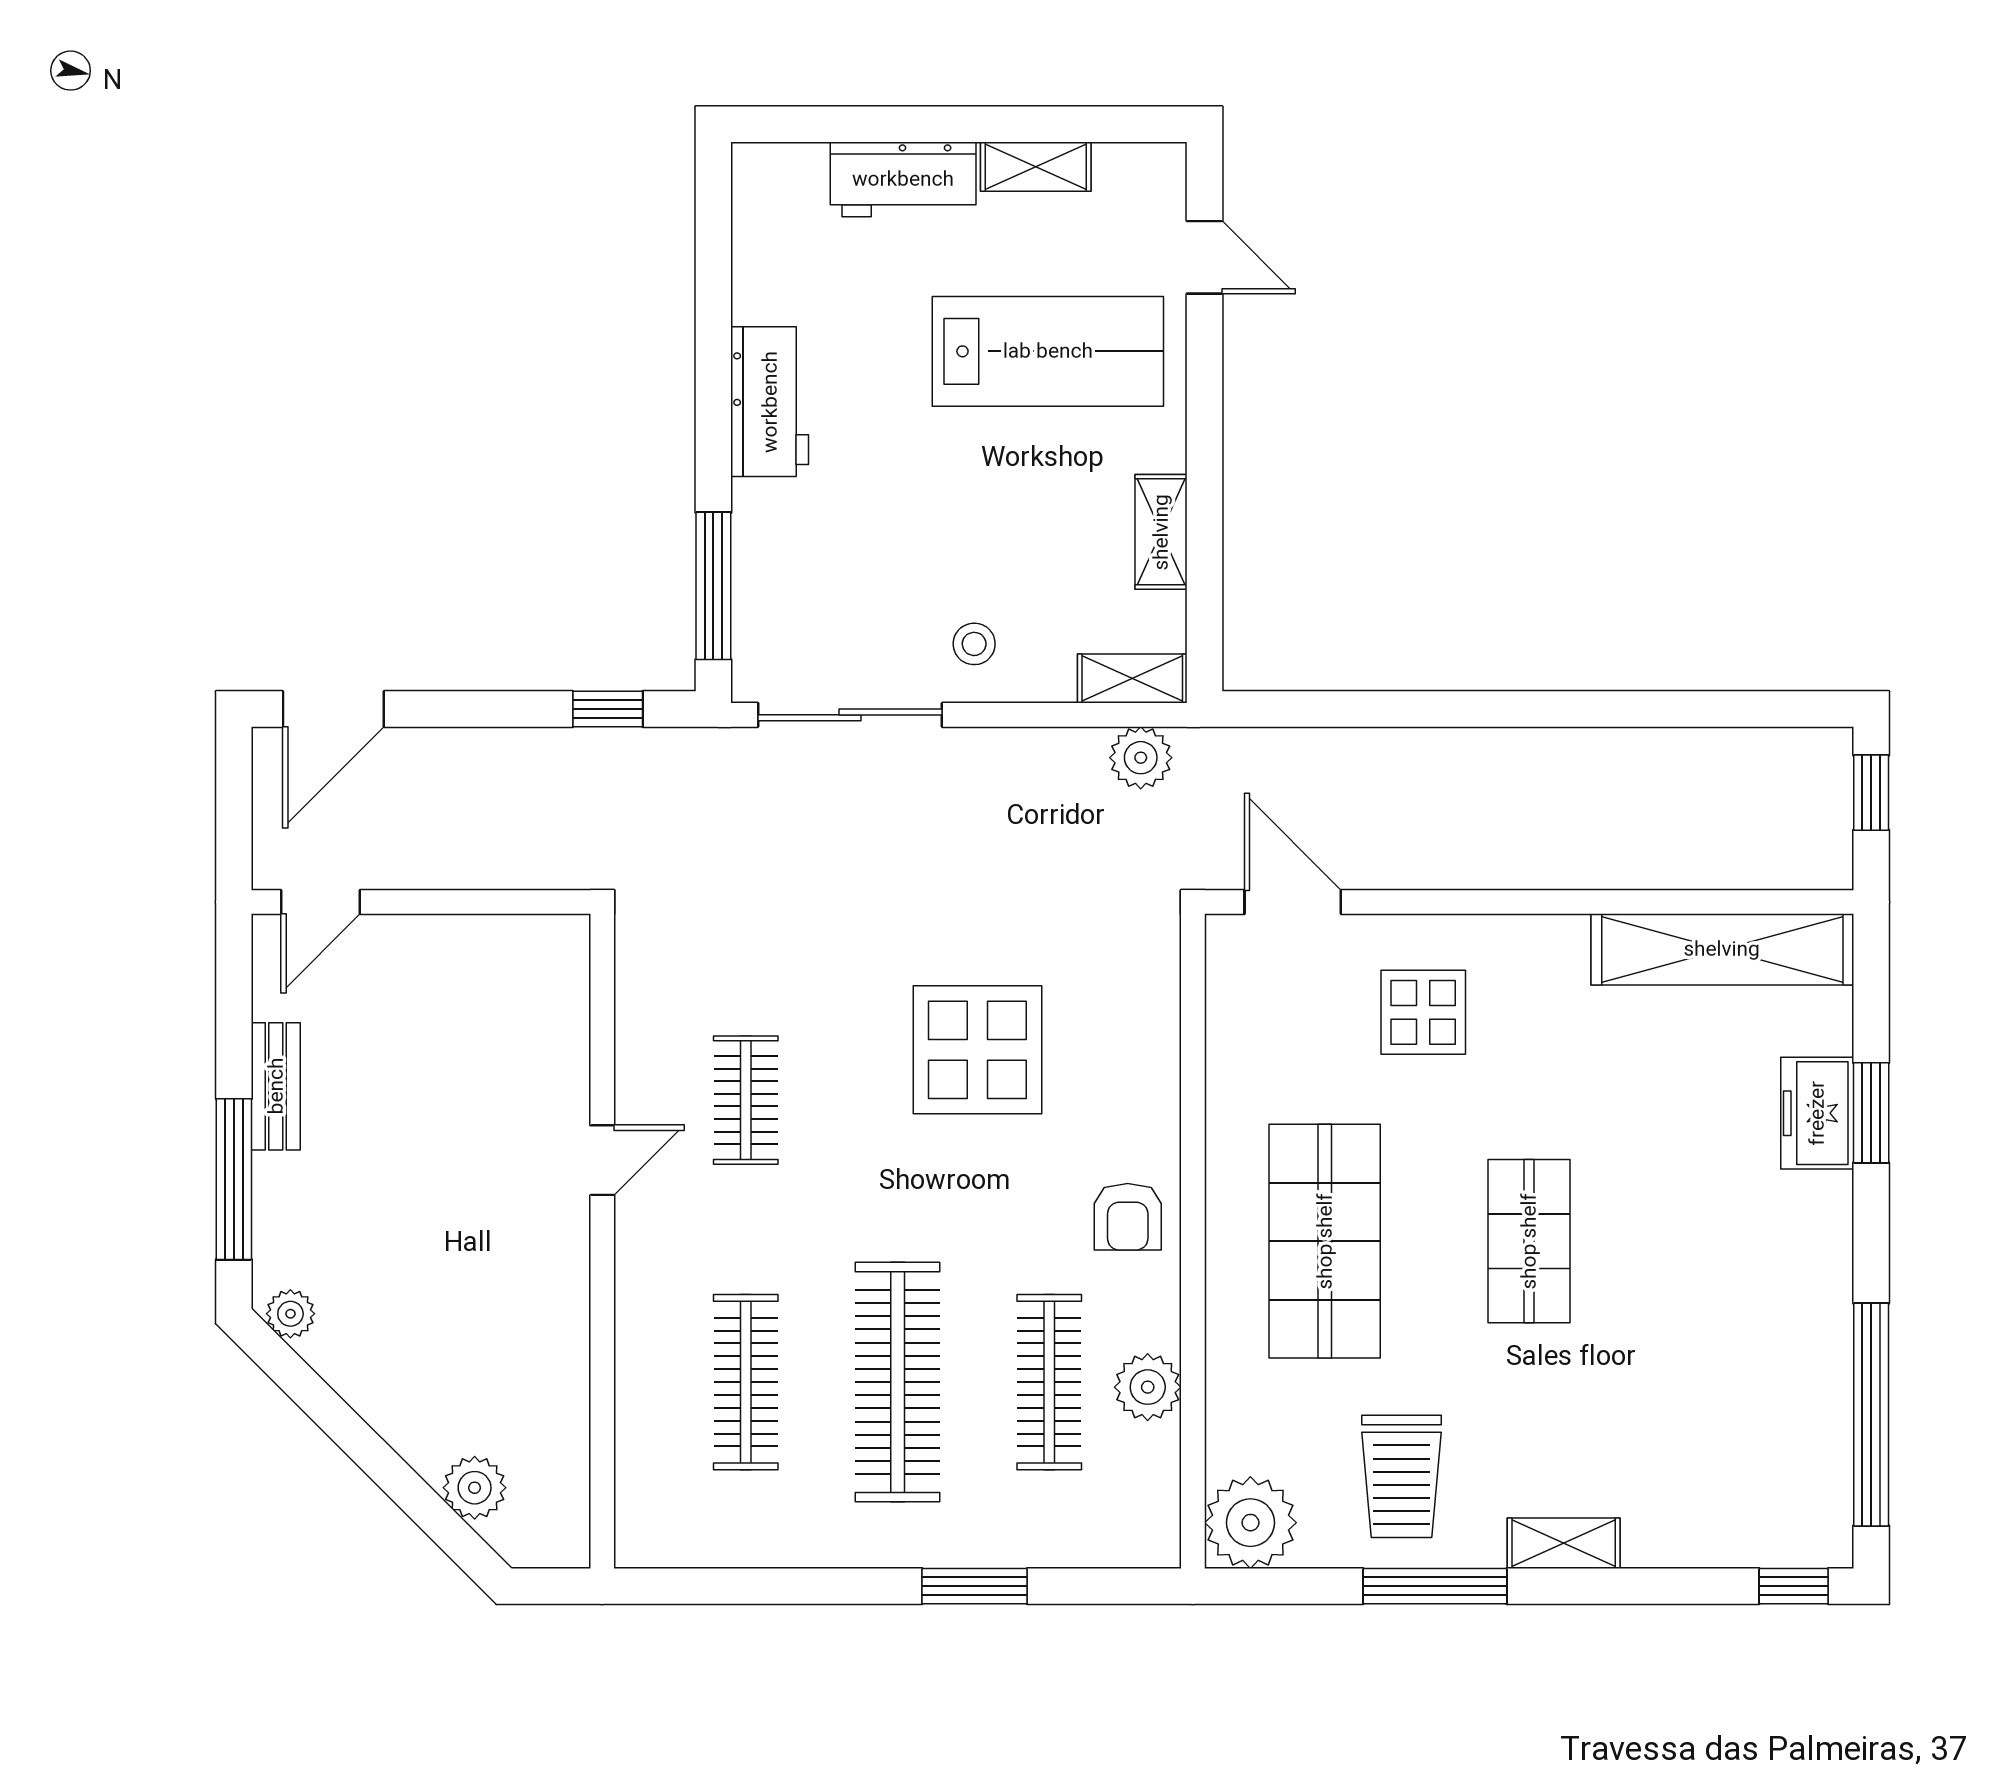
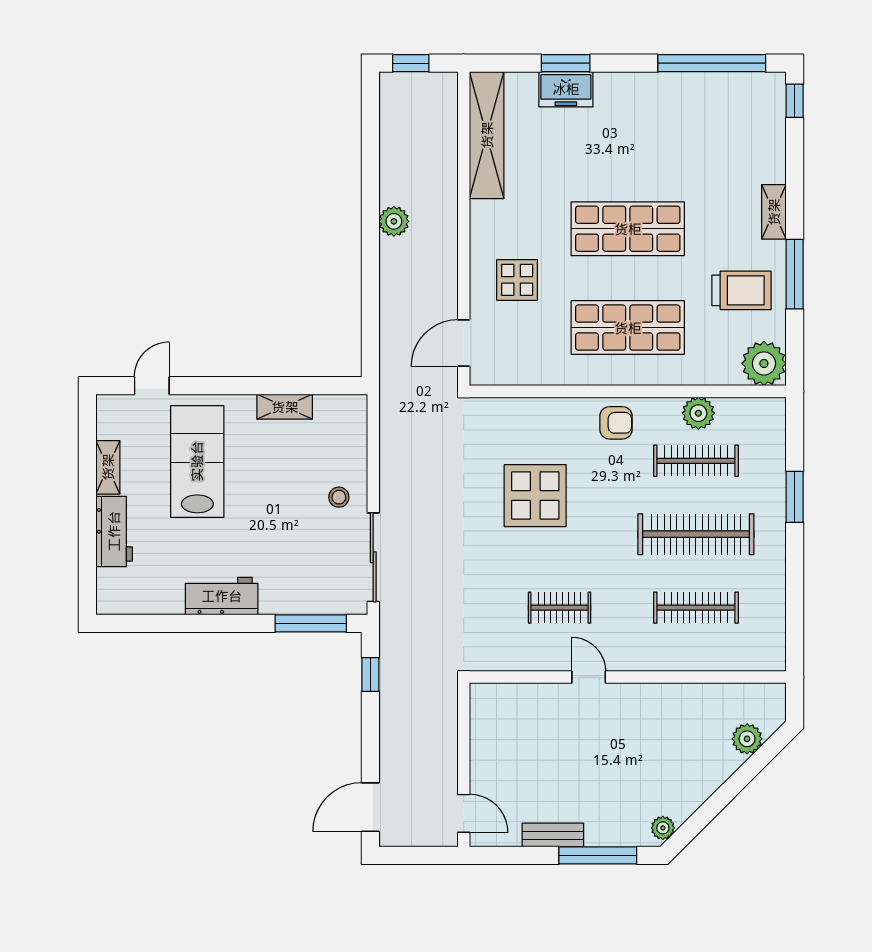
shelving: (1132, 679) -> (356, 421), removed
door: (333, 709) -> (370, 807), swing flipped
plant: (1141, 758) -> (394, 221), moved
shop shelf: (1529, 1241) -> (628, 229), width x1.43, depth x1.36

